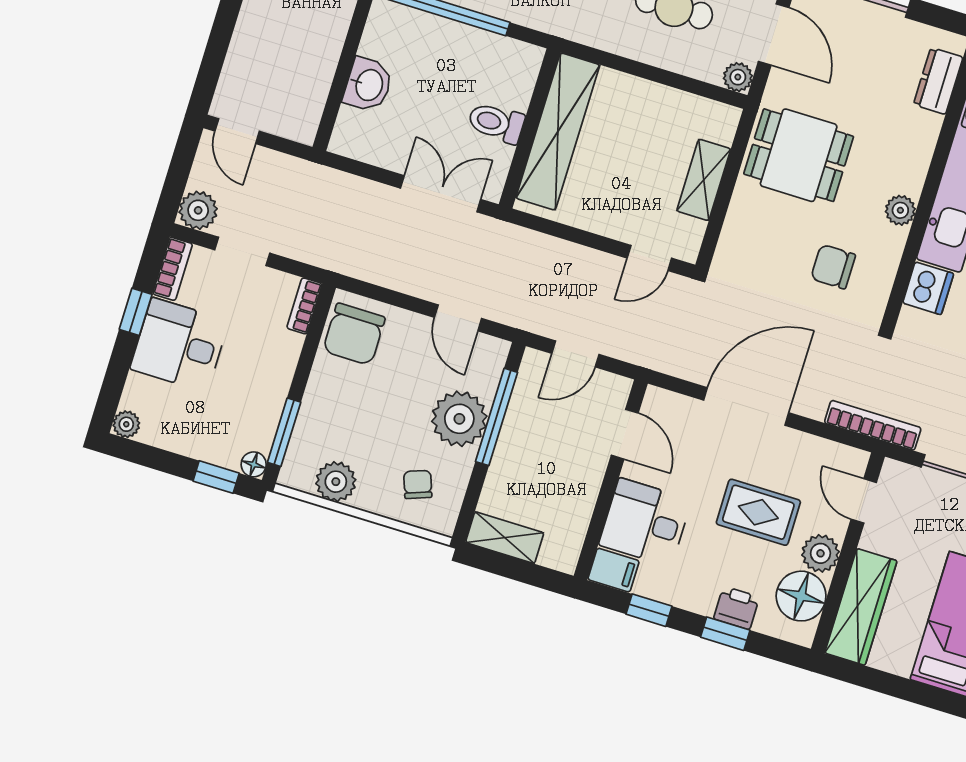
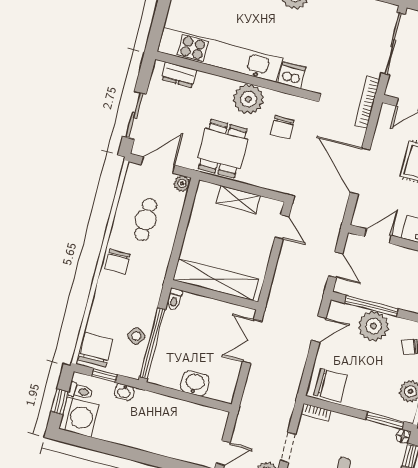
toilet: (496, 123) -> (174, 299), moved, width x0.73, depth x0.72
plant: (900, 210) -> (248, 99), width x1.87, depth x1.87

